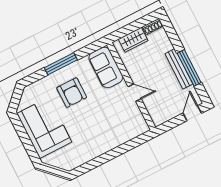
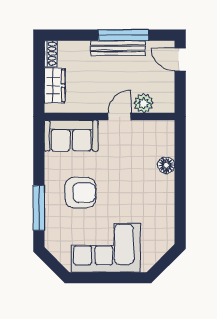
window: (61, 64) -> (39, 208), moved
plant: (151, 104) -> (144, 103), added
floor lamp: (118, 140) -> (166, 165), added

